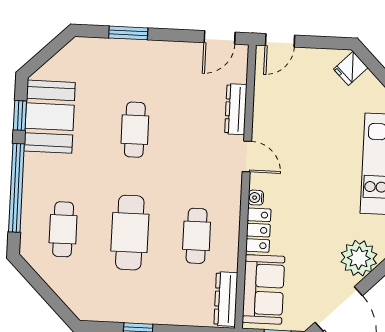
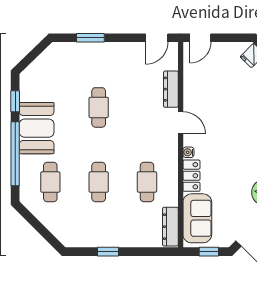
booth: (50, 117) -> (37, 128), moved
cafe table: (130, 233) -> (99, 182), width x0.73, depth x0.74

